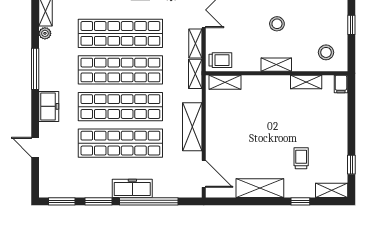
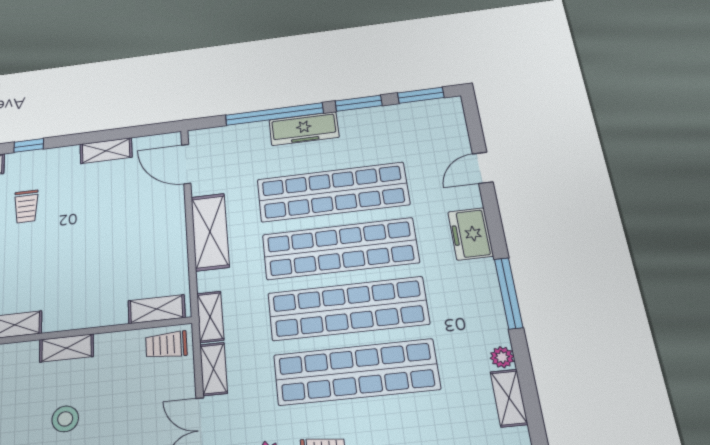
door: (35, 147) -> (483, 168), swing flipped
shelving: (260, 188) -> (106, 151), width x0.67, depth x0.75

